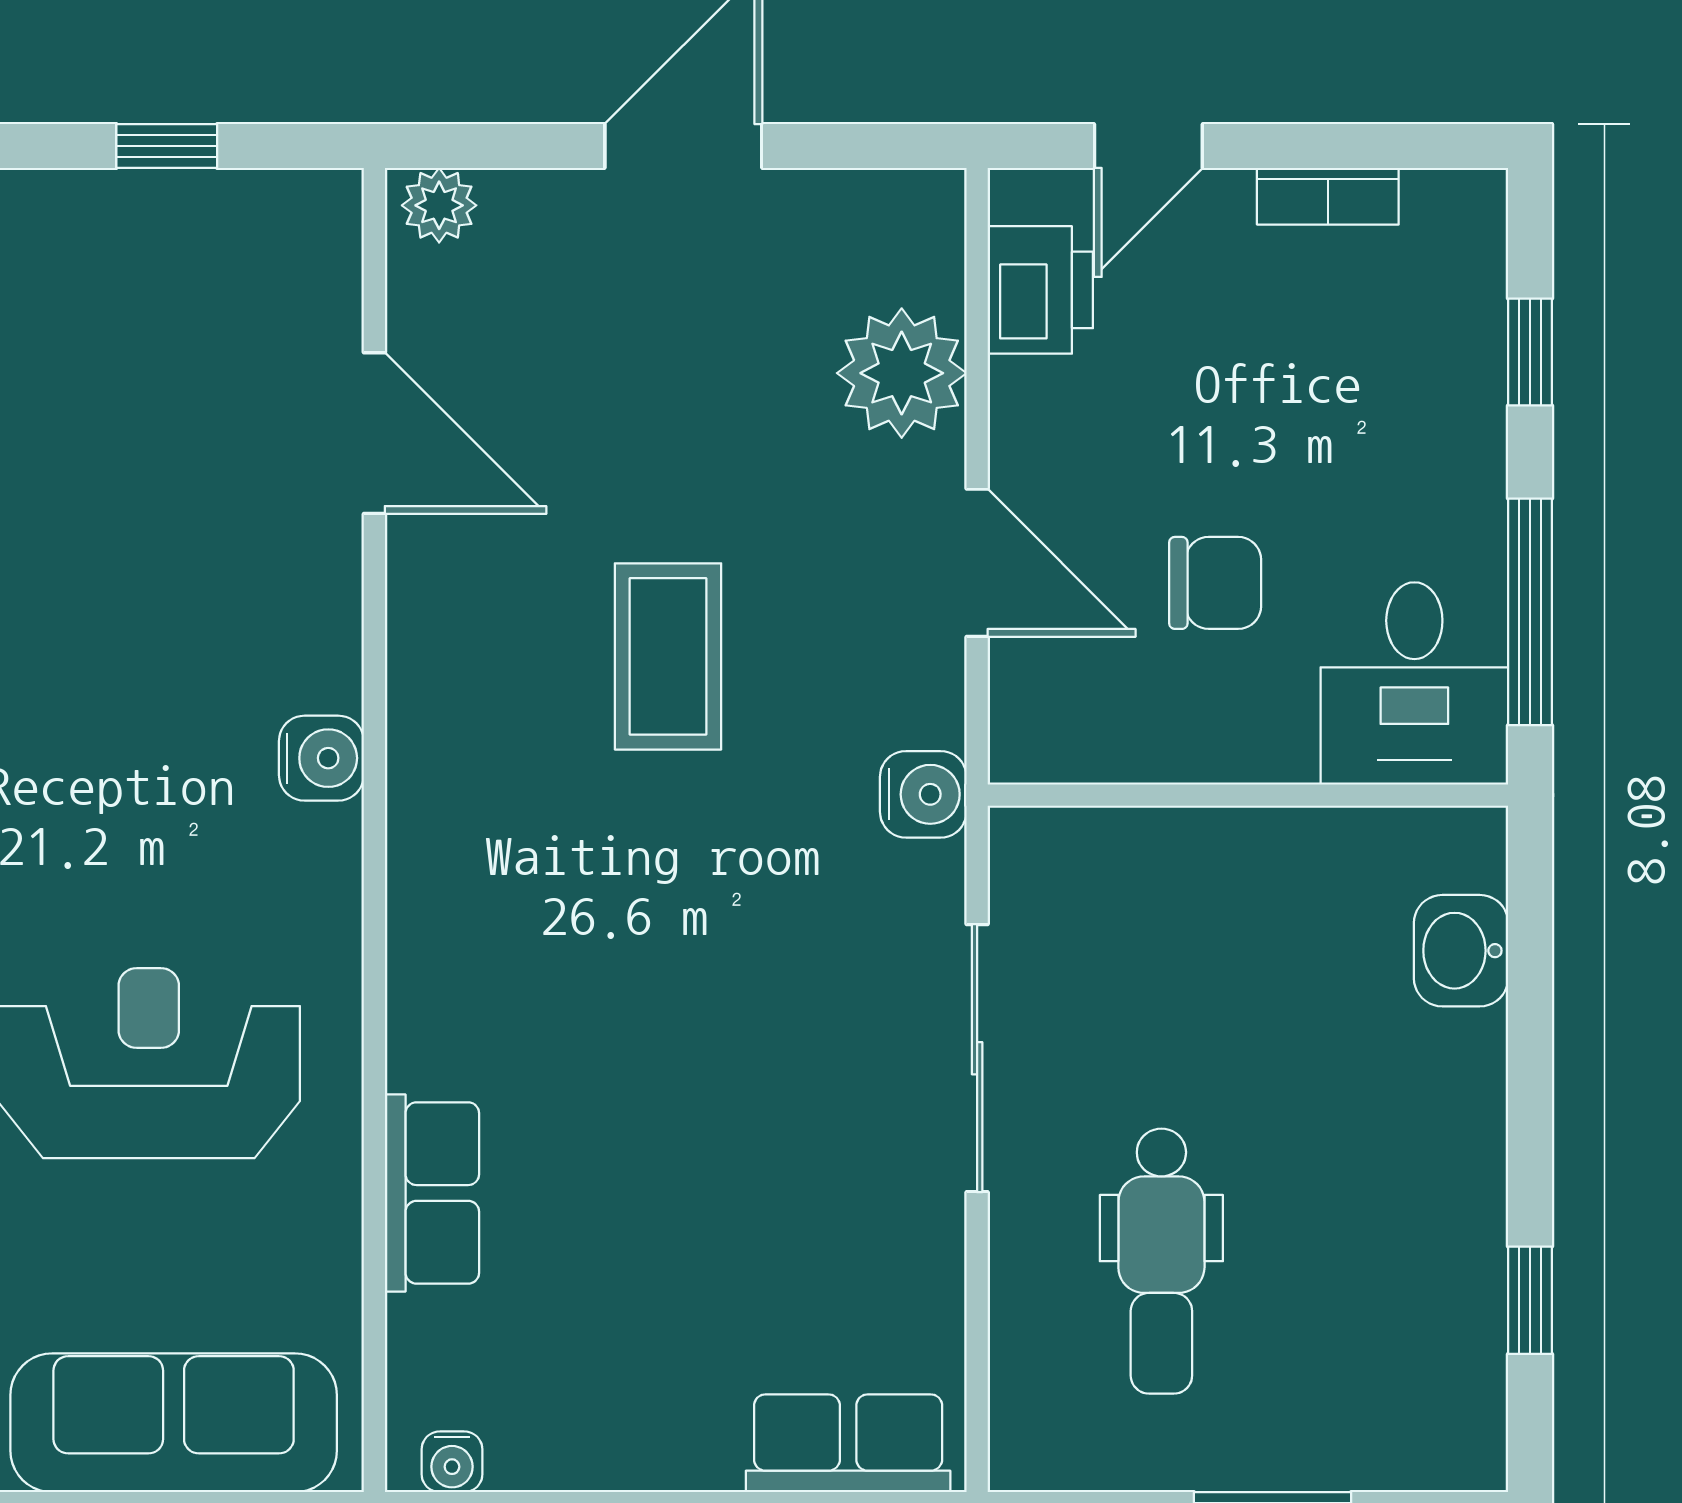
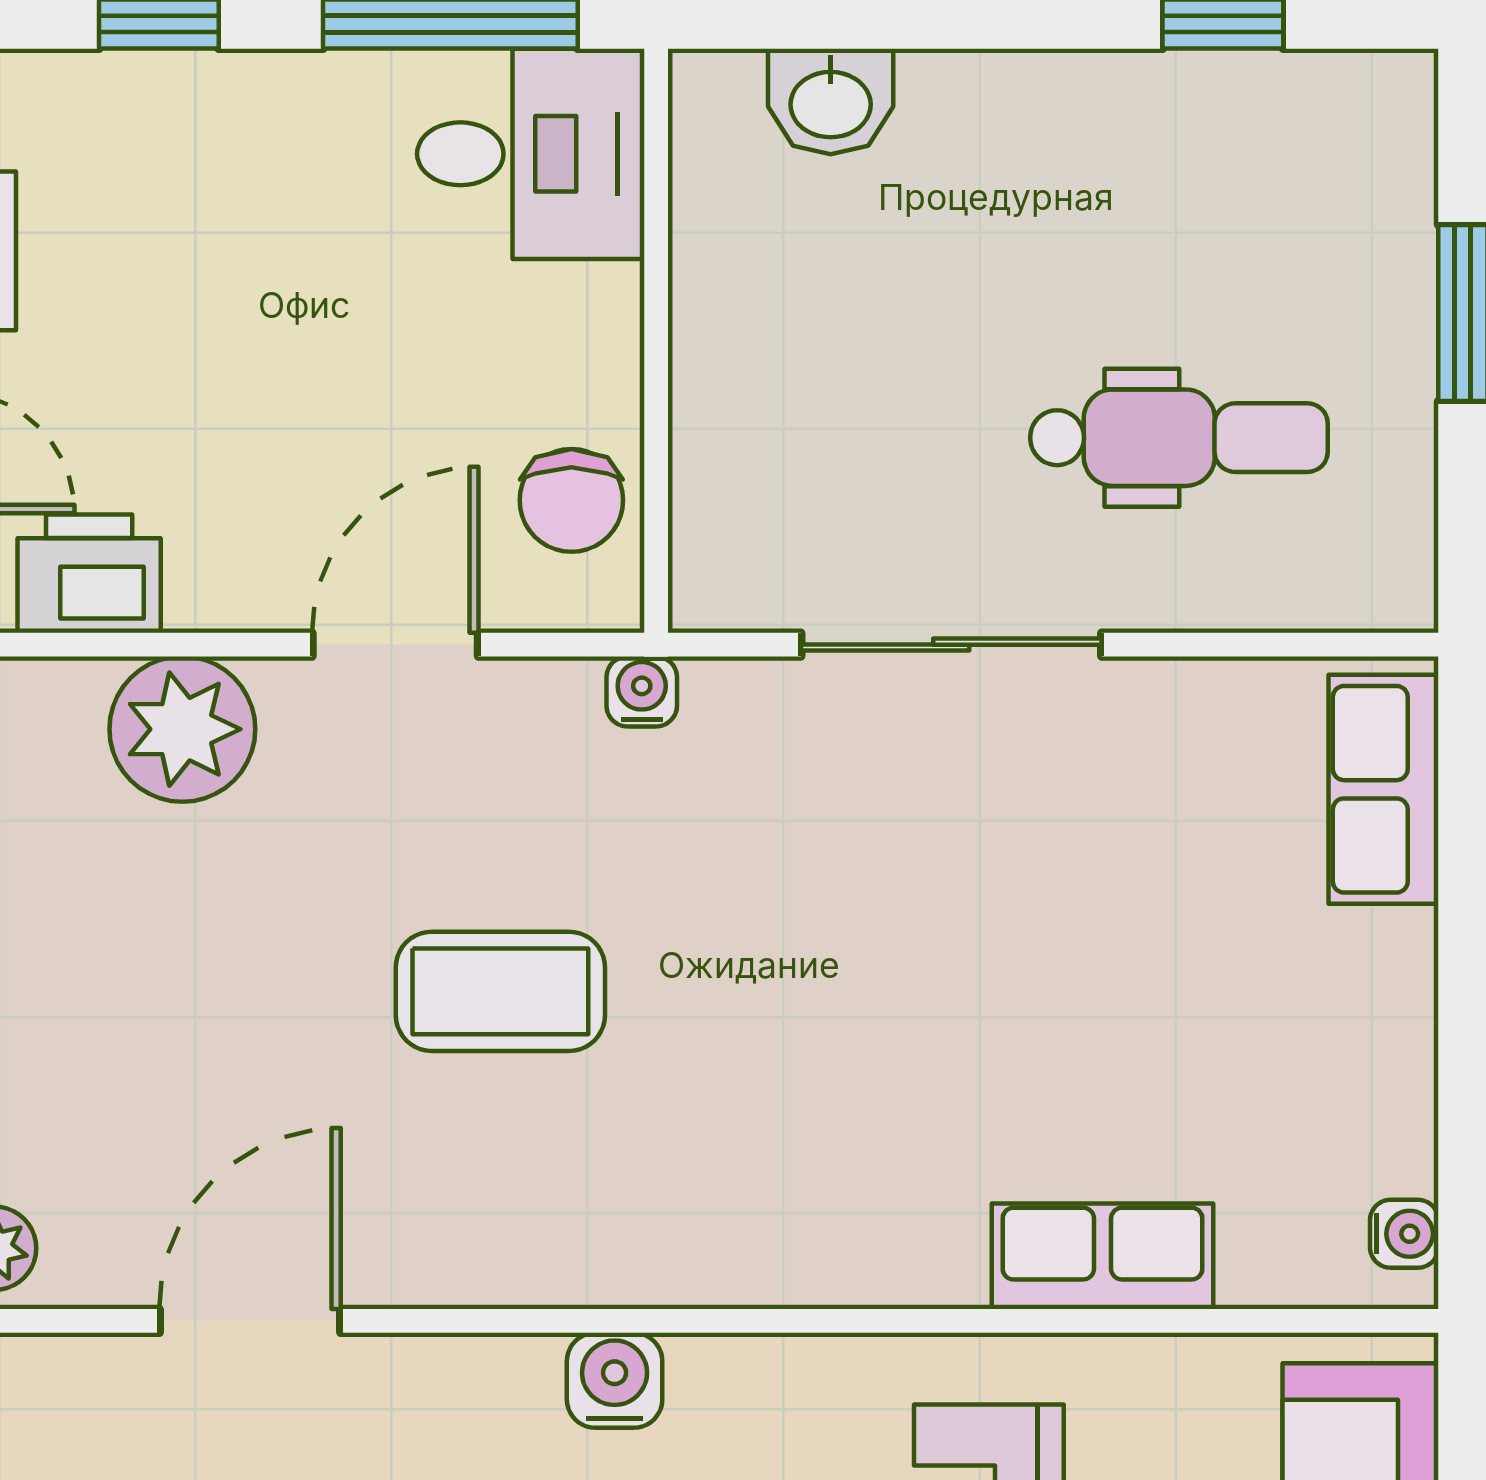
chair: (1215, 583) -> (571, 500), moved, turned 180
water cooler: (923, 794) -> (642, 691), width x0.72, depth x0.72

